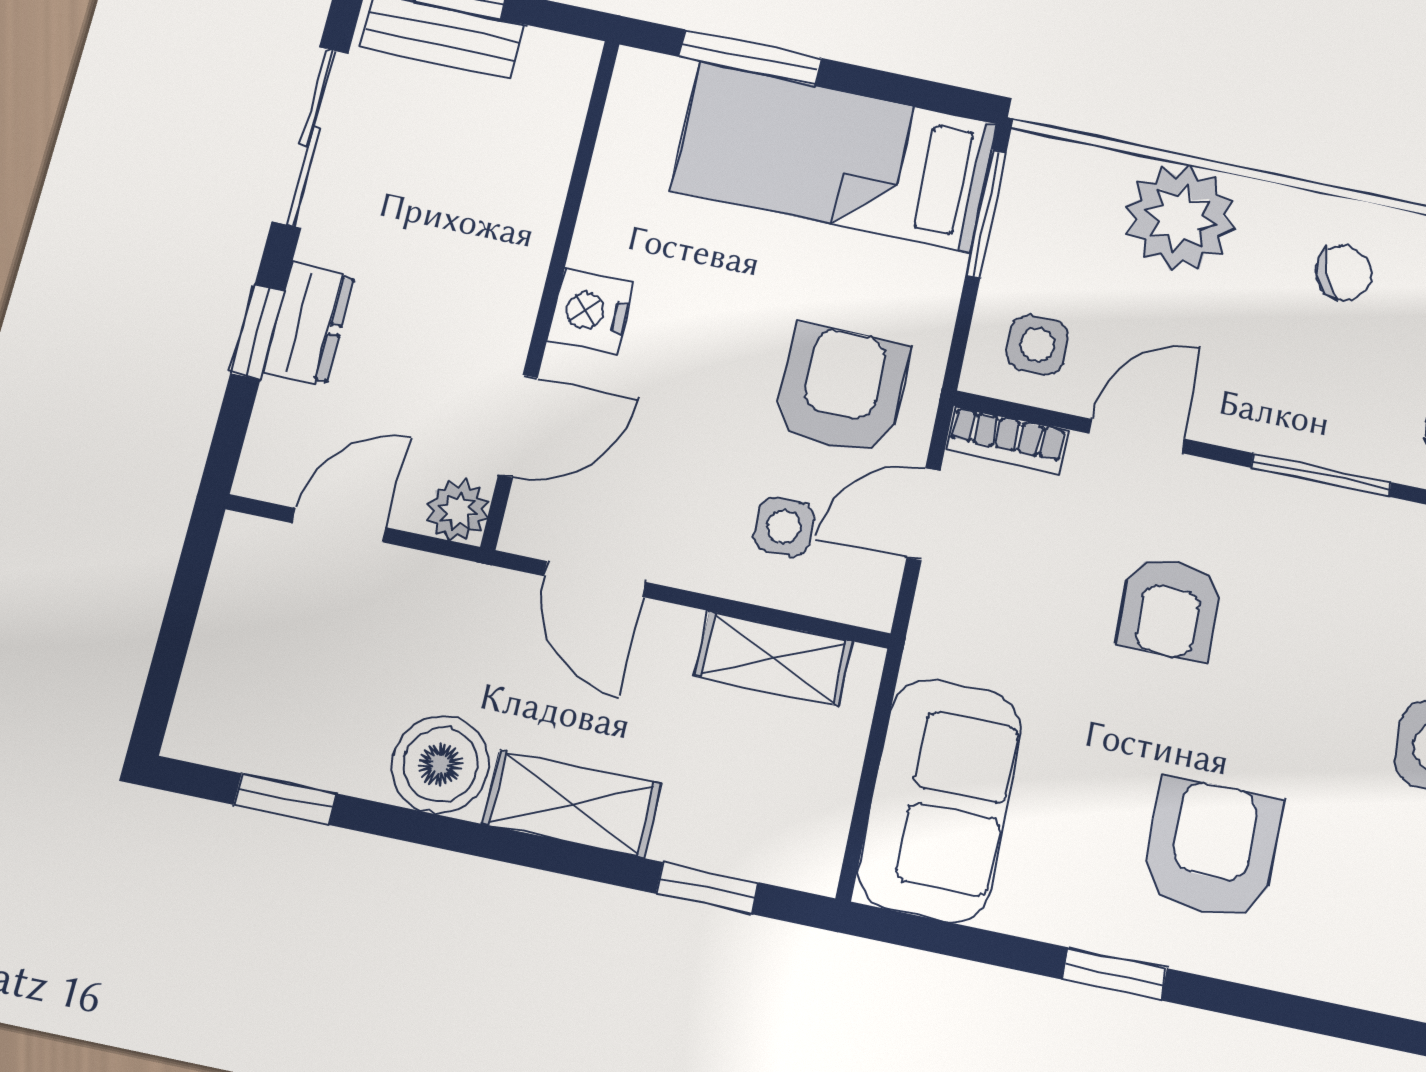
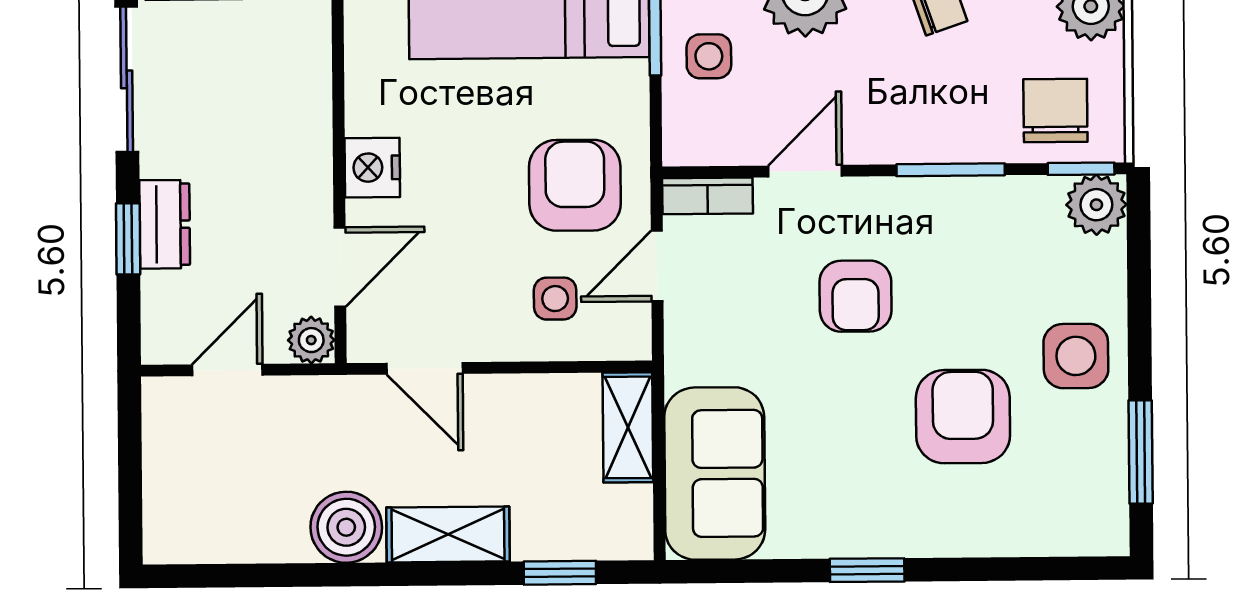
side table: (1037, 345) -> (709, 56), moved
shelving: (774, 658) -> (628, 427), moved, turned 90
window: (285, 799) -> (241, 576), removed
armchair: (1212, 848) -> (963, 417), moved

